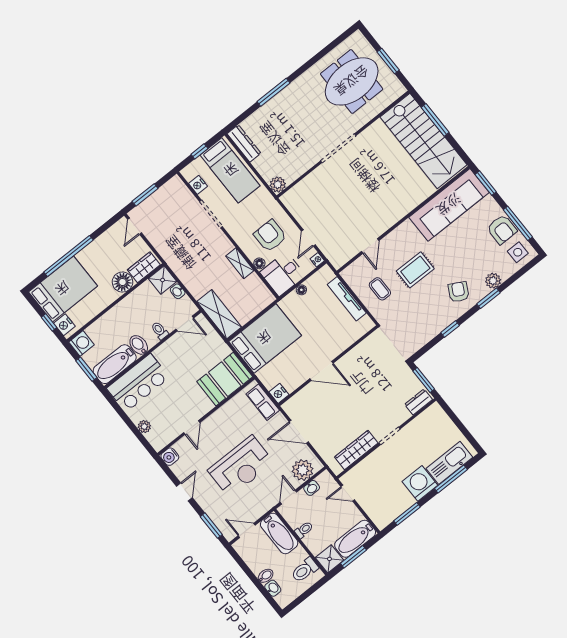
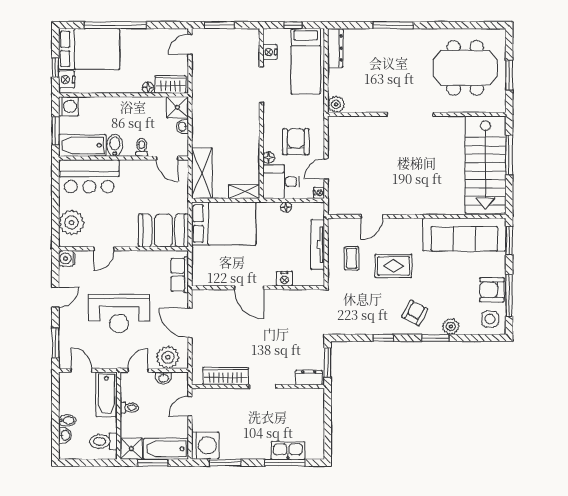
armchair: (502, 229) -> (492, 290), turned 90
shelving: (240, 263) -> (244, 192), moved, turned 90
floor lamp: (123, 282) -> (148, 88), width x0.53, depth x0.53
nightstand: (279, 393) -> (284, 279), moved, turned -90
plant: (144, 427) -> (71, 223), width x1.87, depth x1.87
kitchen sink: (449, 463) -> (288, 451), width x0.73, depth x0.81
washing machine: (420, 483) -> (205, 445), moved, turned 90
door: (348, 493) -> (190, 406), hinge flipped

